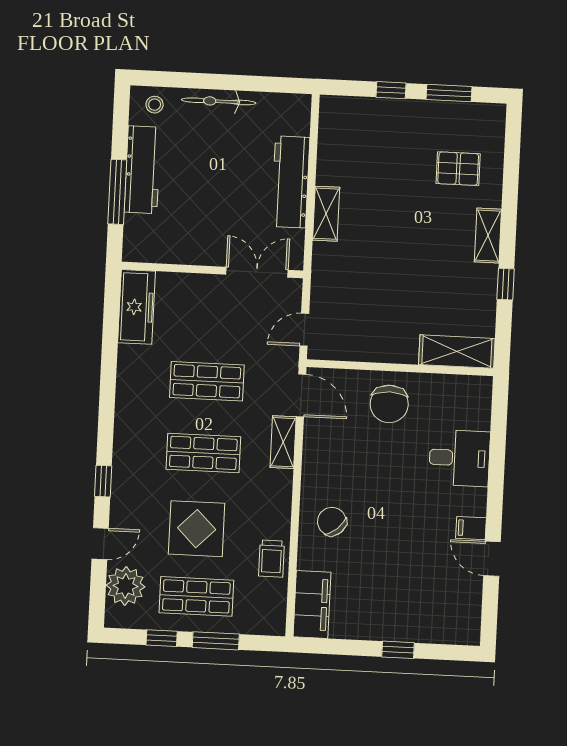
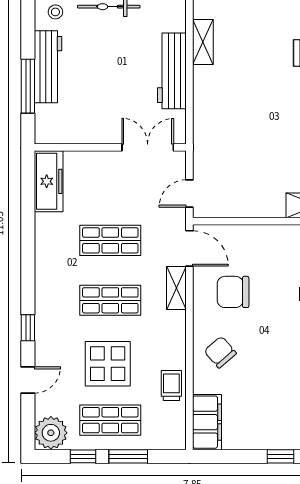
shelving: (326, 214) -> (203, 42), moved
chair: (389, 404) -> (233, 292), moved, turned 90
trolley: (271, 559) -> (171, 386), turned 180
plant: (125, 586) -> (51, 433), moved

